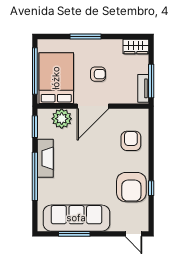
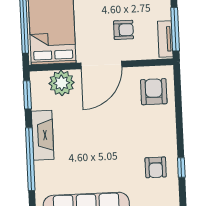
armchair: (98, 74) -> (123, 30), moved
armchair: (131, 141) -> (154, 92), moved
armchair: (131, 187) -> (156, 167), width x0.53, depth x0.53

